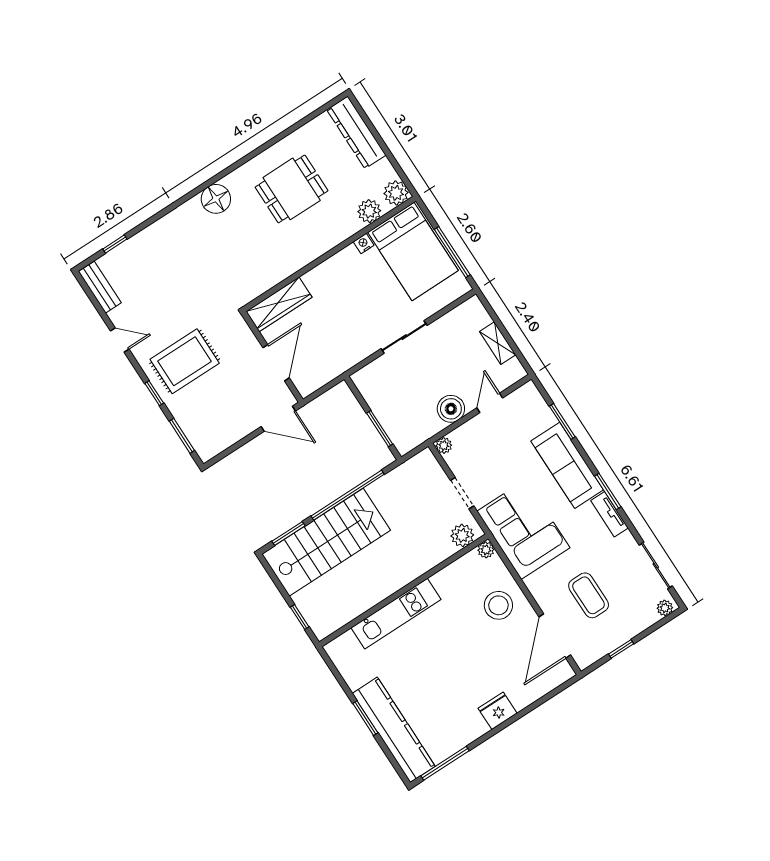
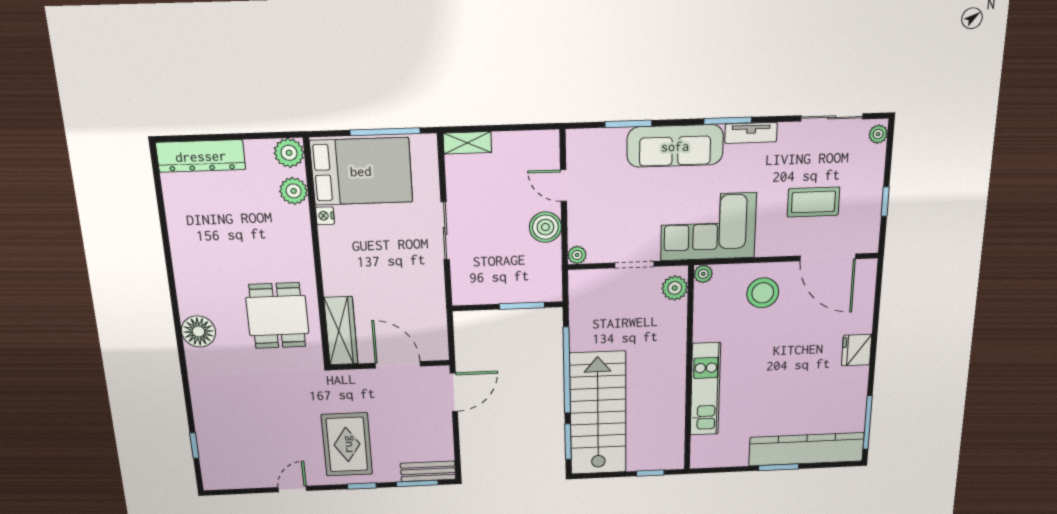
dining table: (292, 189) -> (277, 316), moved
bench: (100, 287) -> (428, 471), moved
shelving: (498, 343) -> (467, 143), moved

